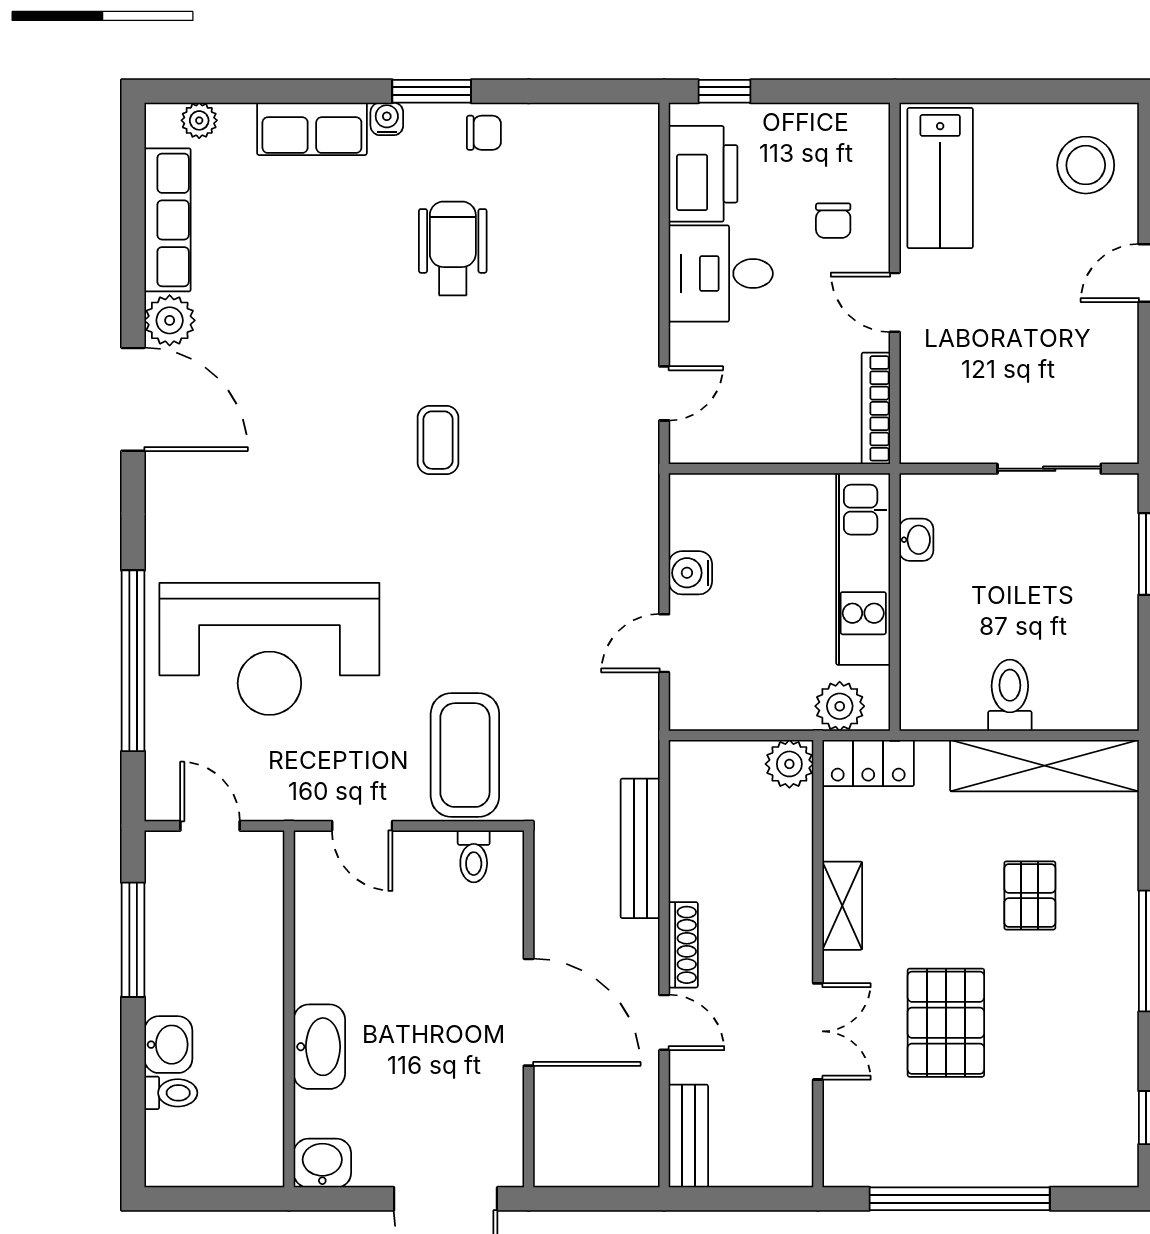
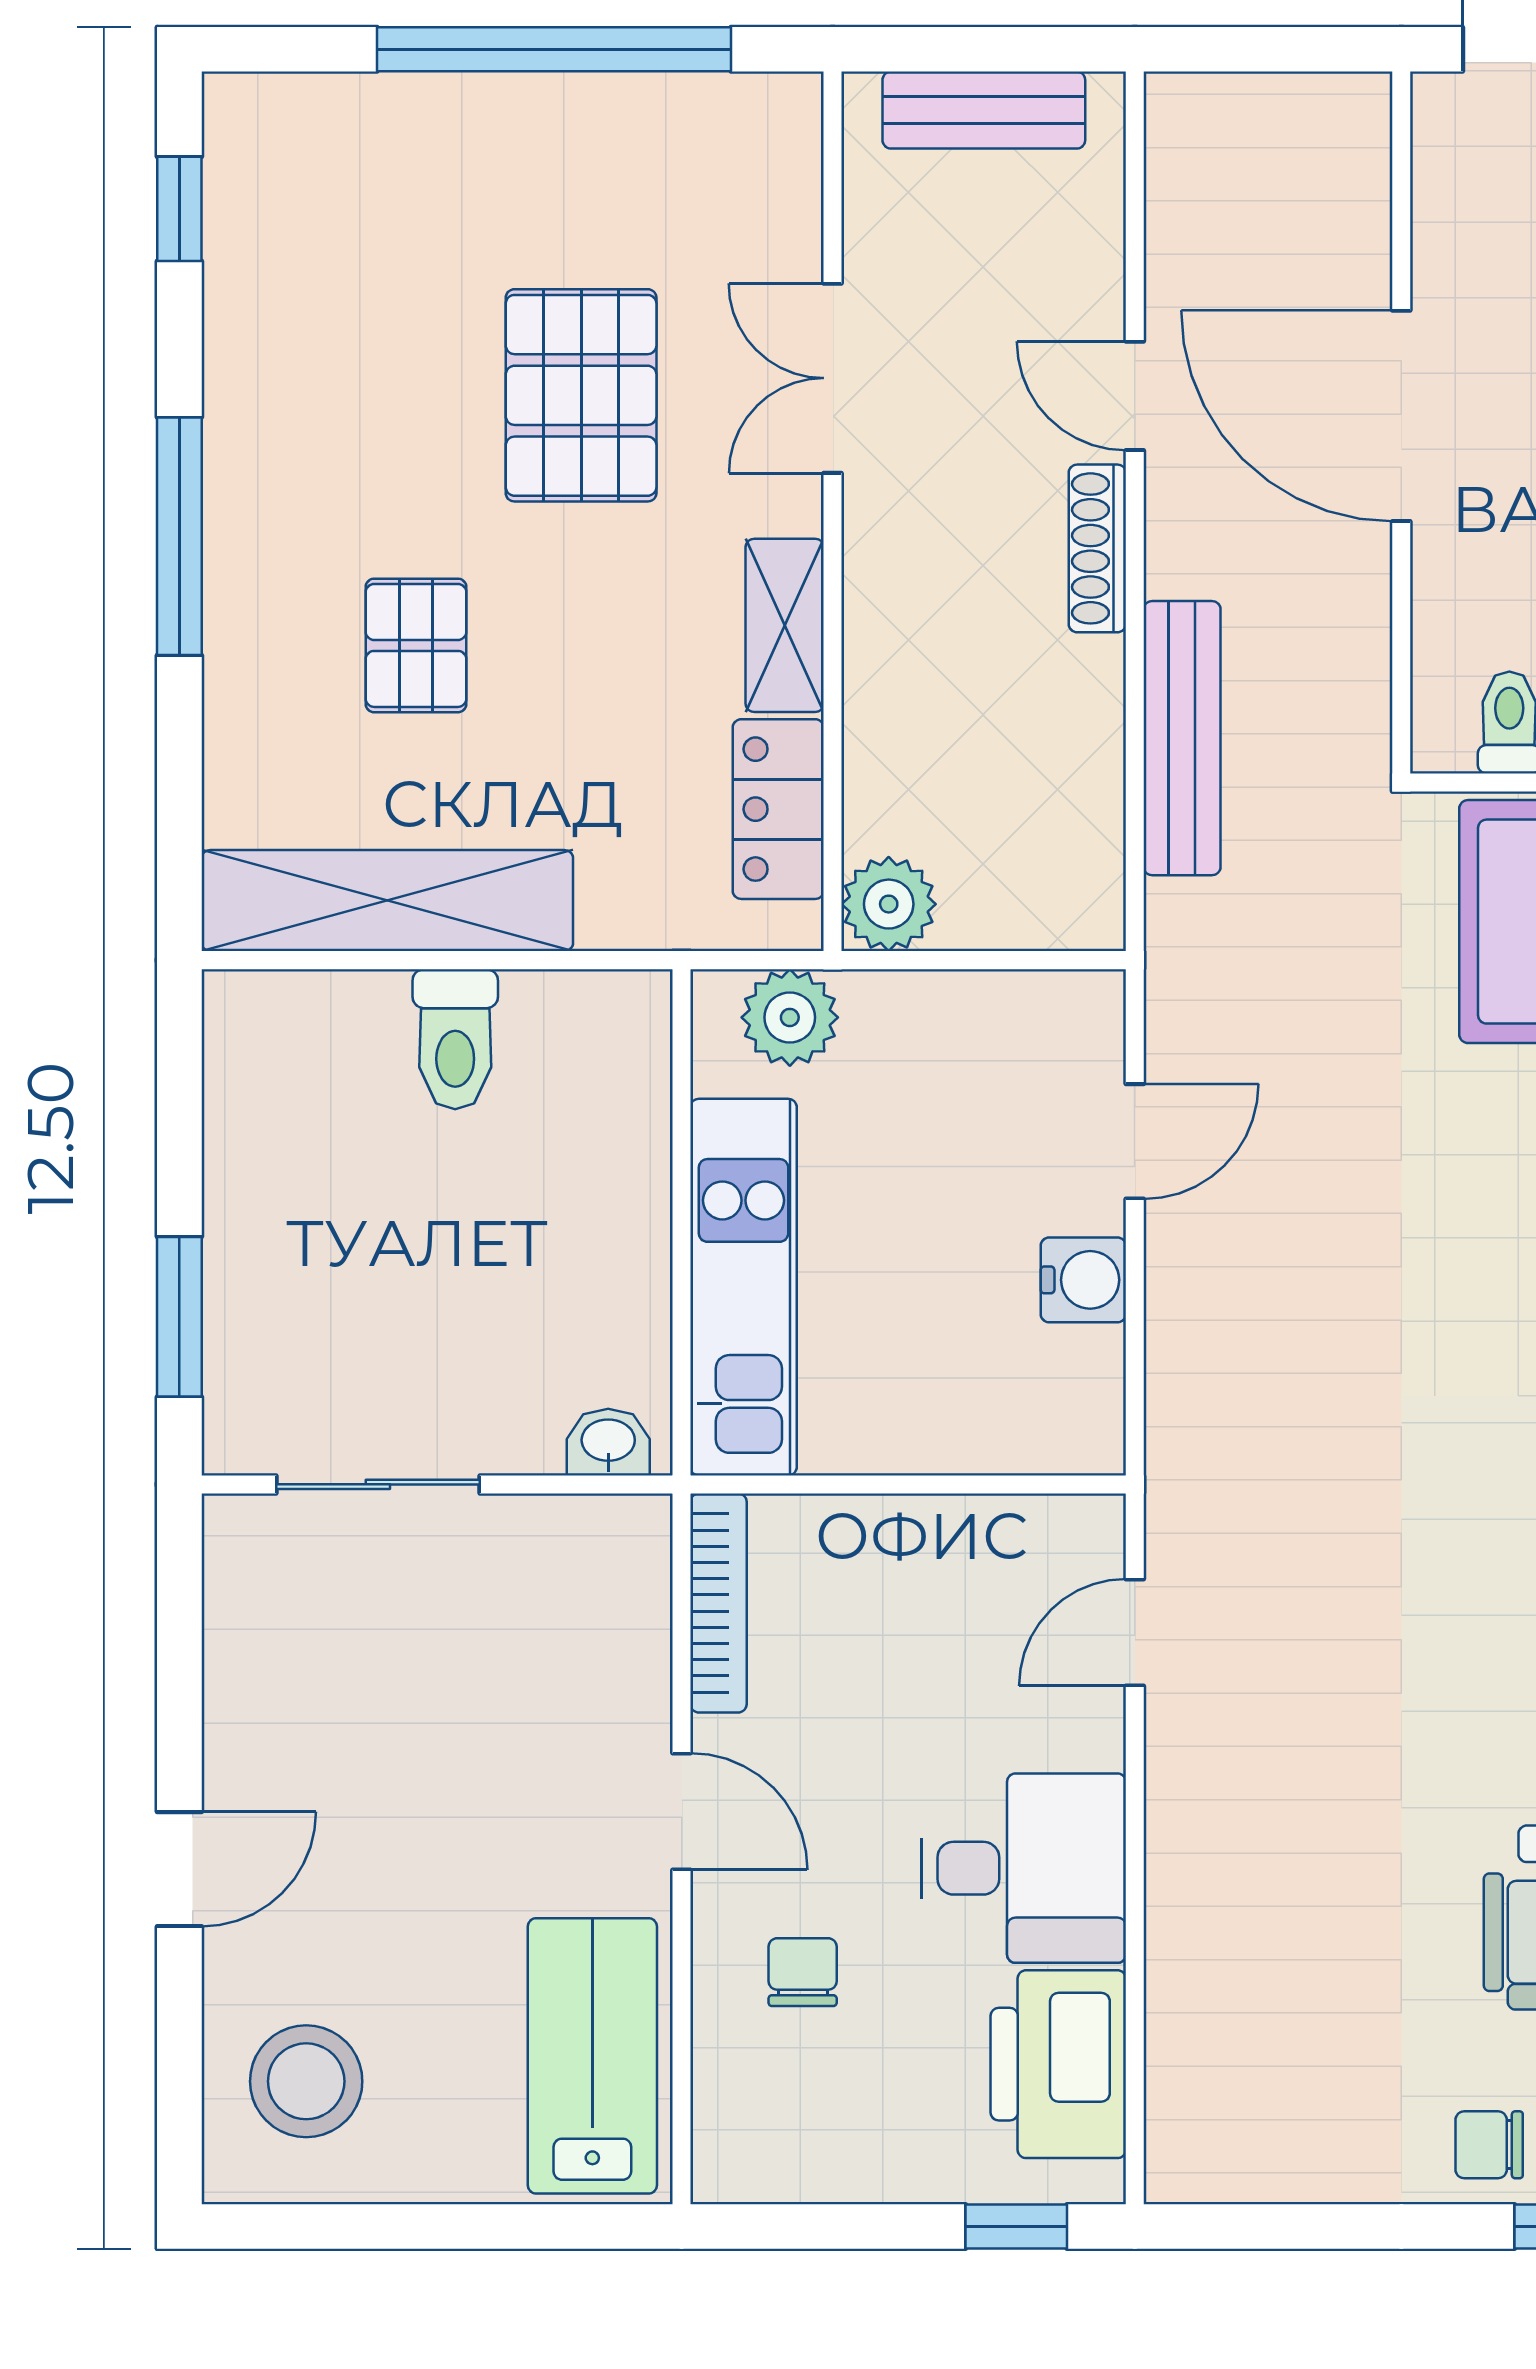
washbasin: (916, 540) -> (608, 1442), moved, turned 90
locker: (868, 763) -> (778, 809), moved, turned -90
bench: (688, 1136) -> (984, 110), moved, turned 90

